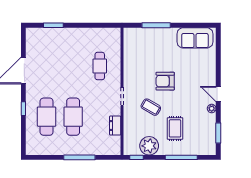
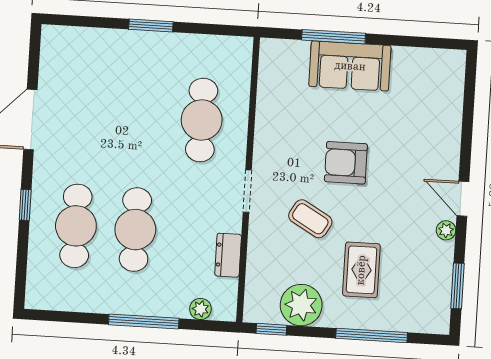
window: (53, 25) -> (151, 25), moved
sofa: (195, 38) -> (350, 66), moved
cafe table: (100, 66) -> (202, 120), width x1.37, depth x1.35
plant: (104, 150) -> (200, 309), added

